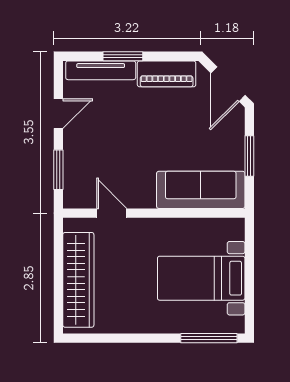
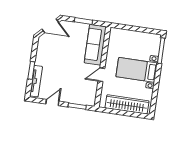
piano: (167, 74) -> (42, 52), removed
door: (58, 114) -> (52, 103), hinge flipped
door: (112, 213) -> (101, 75), moved
bed with nightstands: (201, 278) -> (137, 70), moved, turned 90

